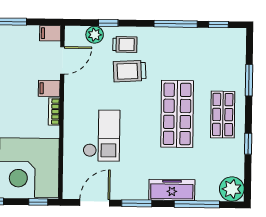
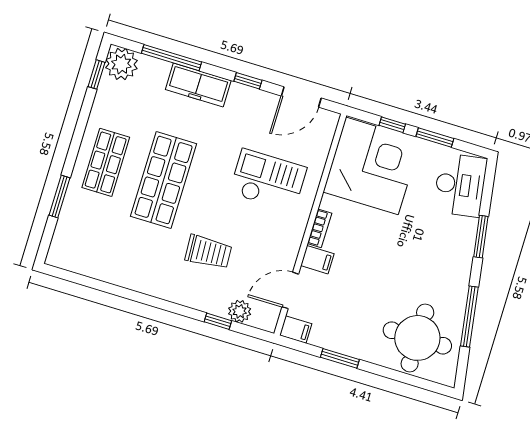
window: (176, 24) -> (132, 295), removed
window: (219, 24) -> (78, 279), removed
trolley: (125, 44) -> (205, 288), removed
checkout: (101, 136) -> (268, 180), turned 90
window: (248, 144) -> (97, 74), moved
window: (38, 202) -> (392, 125), moved
window: (137, 203) -> (248, 81), width x0.67

